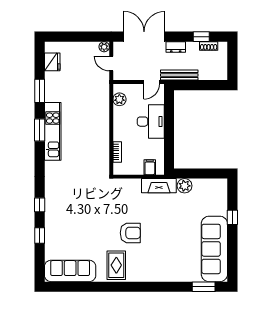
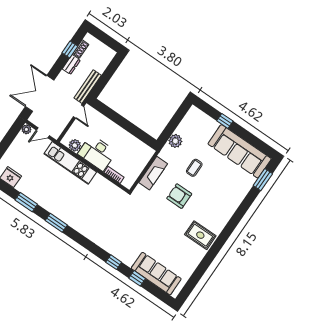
dresser: (176, 47) -> (71, 64), moved
desk: (151, 122) -> (97, 153), moved, turned 180
kitchen unit: (53, 131) -> (70, 163), moved, turned 180
filing cabinet: (150, 167) -> (143, 158), removed
fireplace: (159, 186) -> (153, 173), moved
coffee table: (172, 219) -> (194, 168), added
armchair: (130, 233) -> (179, 196), moved, turned -90
sofa: (70, 271) -> (156, 274), moved, turned 90

